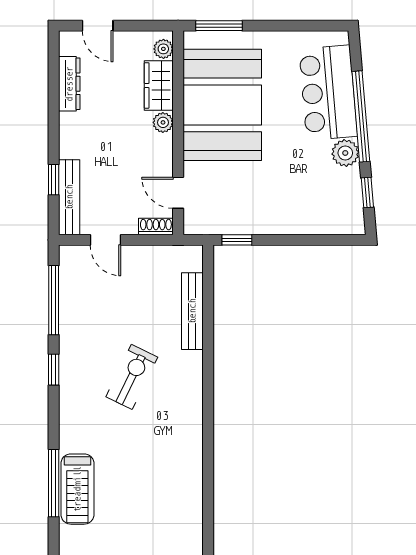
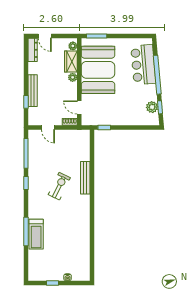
dresser: (69, 84) -> (33, 50), moved
plant: (345, 153) -> (152, 107), moved
bench: (69, 197) -> (33, 91), moved
bench: (192, 311) -> (85, 178), moved

